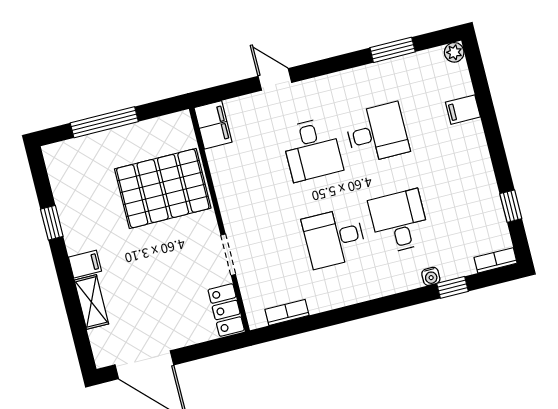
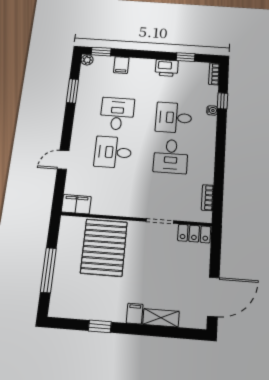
window: (476, 69) -> (101, 52), added
desk: (312, 149) -> (113, 152), turned 180
printer: (482, 183) -> (167, 68), added

